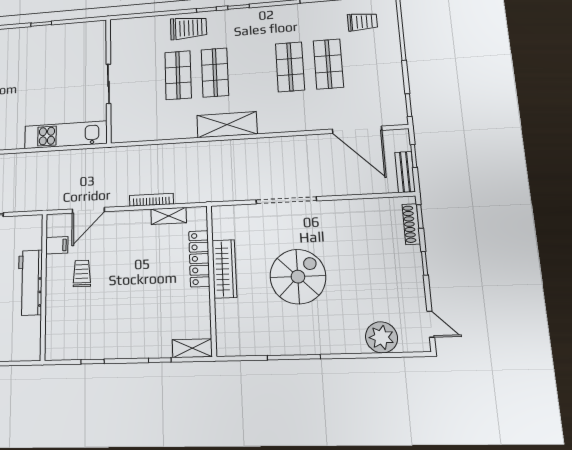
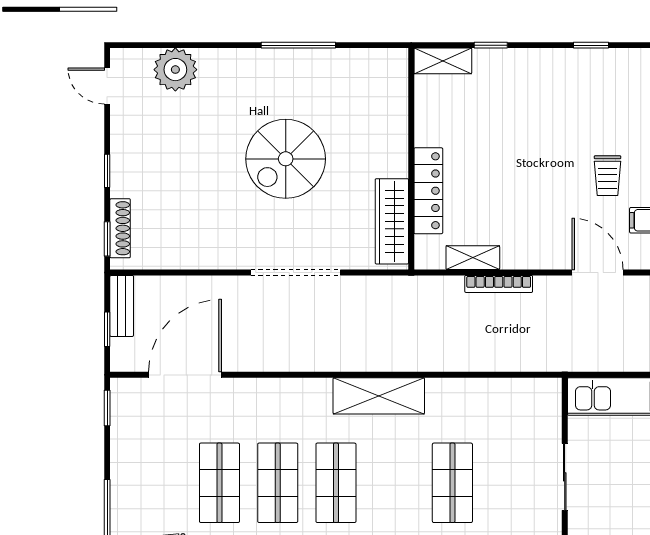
shop shelf: (215, 72) -> (336, 483), moved
door: (357, 130) -> (185, 375), hinge flipped
door: (88, 210) -> (598, 272), hinge flipped
wardrobe: (224, 269) -> (392, 221), moved

